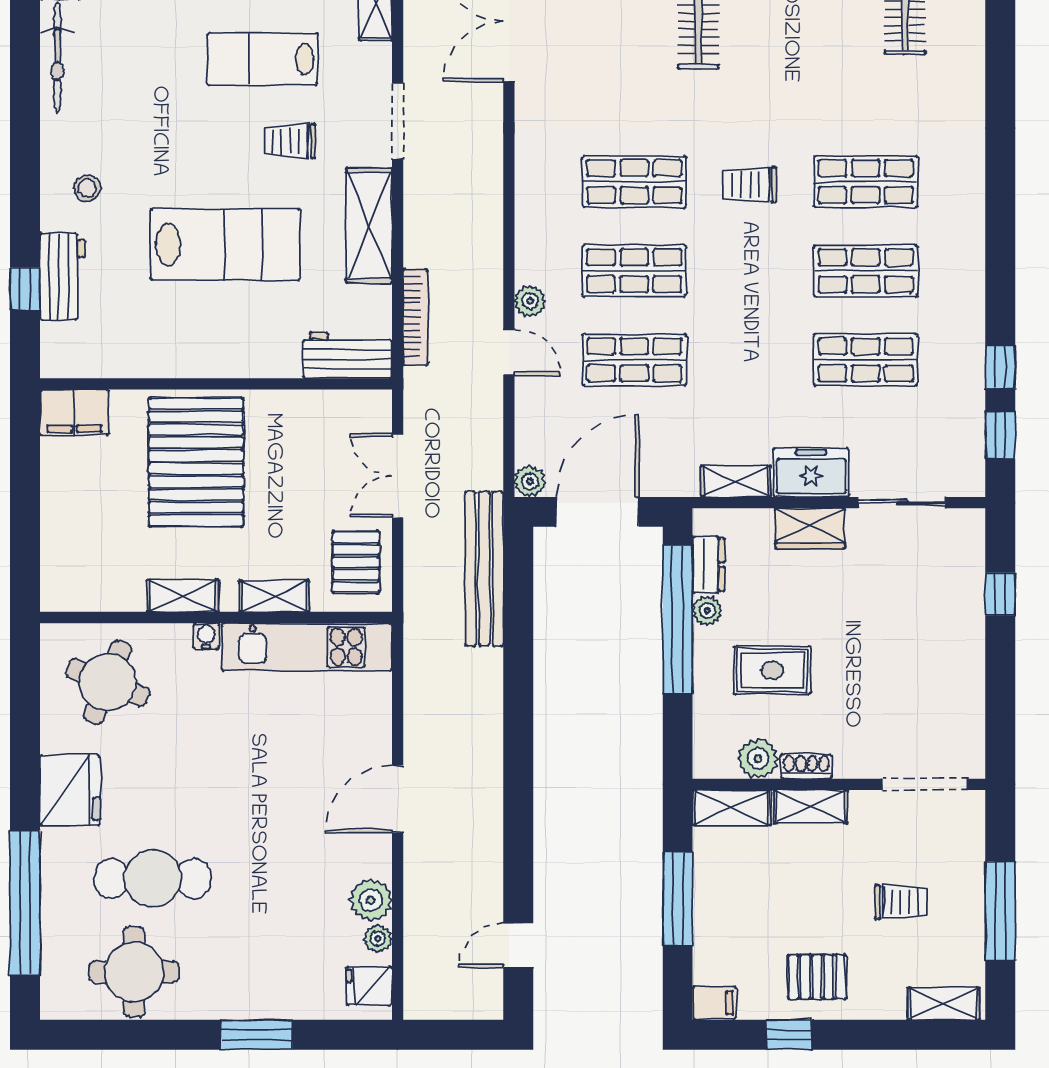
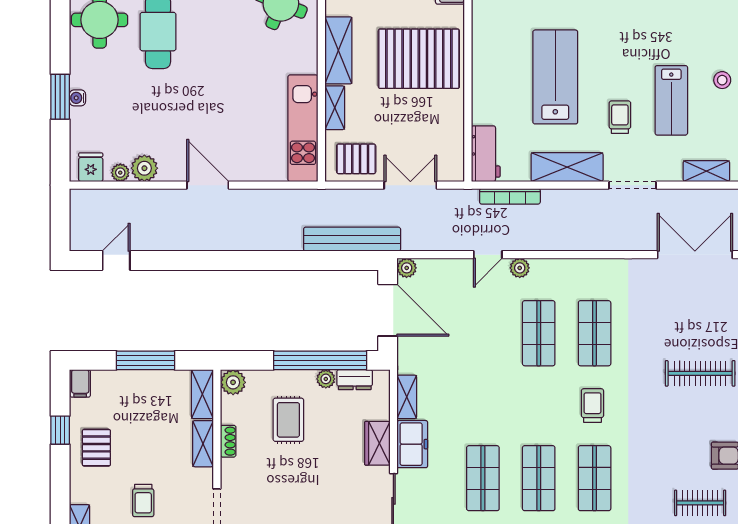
lab bench: (262, 59) -> (671, 100), turned 180
lab bench: (225, 244) -> (555, 77), turned 180
shop shelf: (634, 360) -> (483, 333), removed
shelving: (183, 596) -> (338, 50), width x1.50, depth x1.33
water cooler: (206, 636) -> (77, 98), moved, turned 180
plant: (758, 759) -> (233, 382), moved
door: (518, 945) -> (116, 261), hinge flipped

